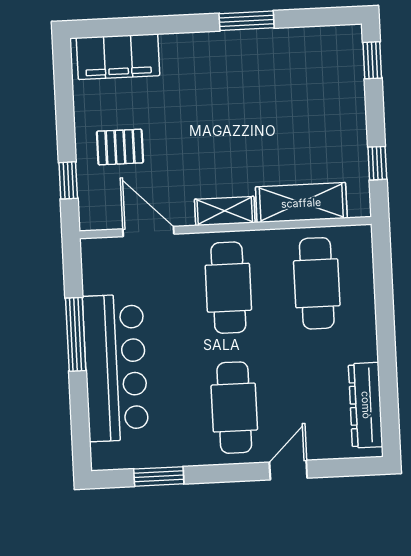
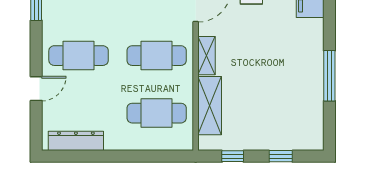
window: (247, 21) -> (329, 76), width x1.44
window: (372, 60) -> (281, 156), moved
door: (288, 470) -> (36, 89), hinge flipped

